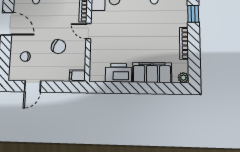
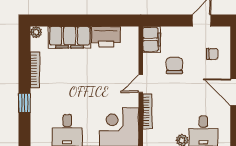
door: (88, 31) -> (141, 83), swing flipped
chair: (58, 47) -> (174, 66), turned 67
filing cabinet: (77, 76) -> (152, 39), width x2.00

